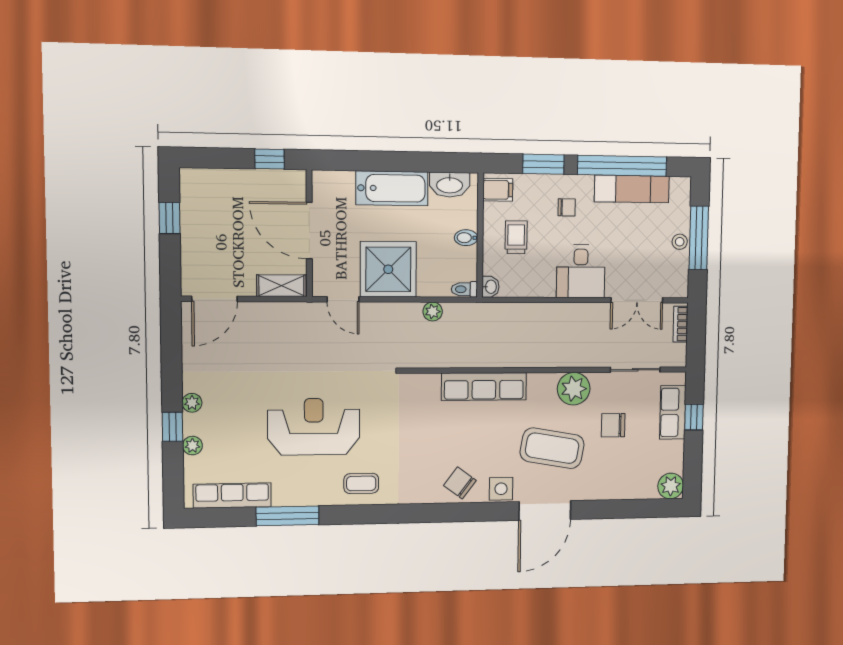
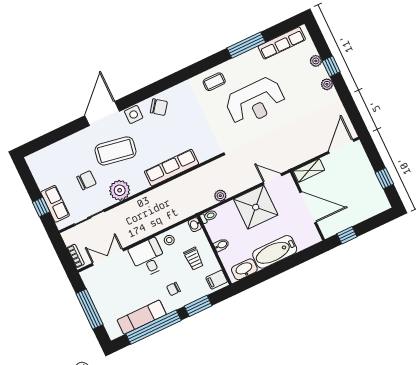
stool: (680, 242) -> (169, 240), moved
plant: (671, 486) -> (35, 161), removed

